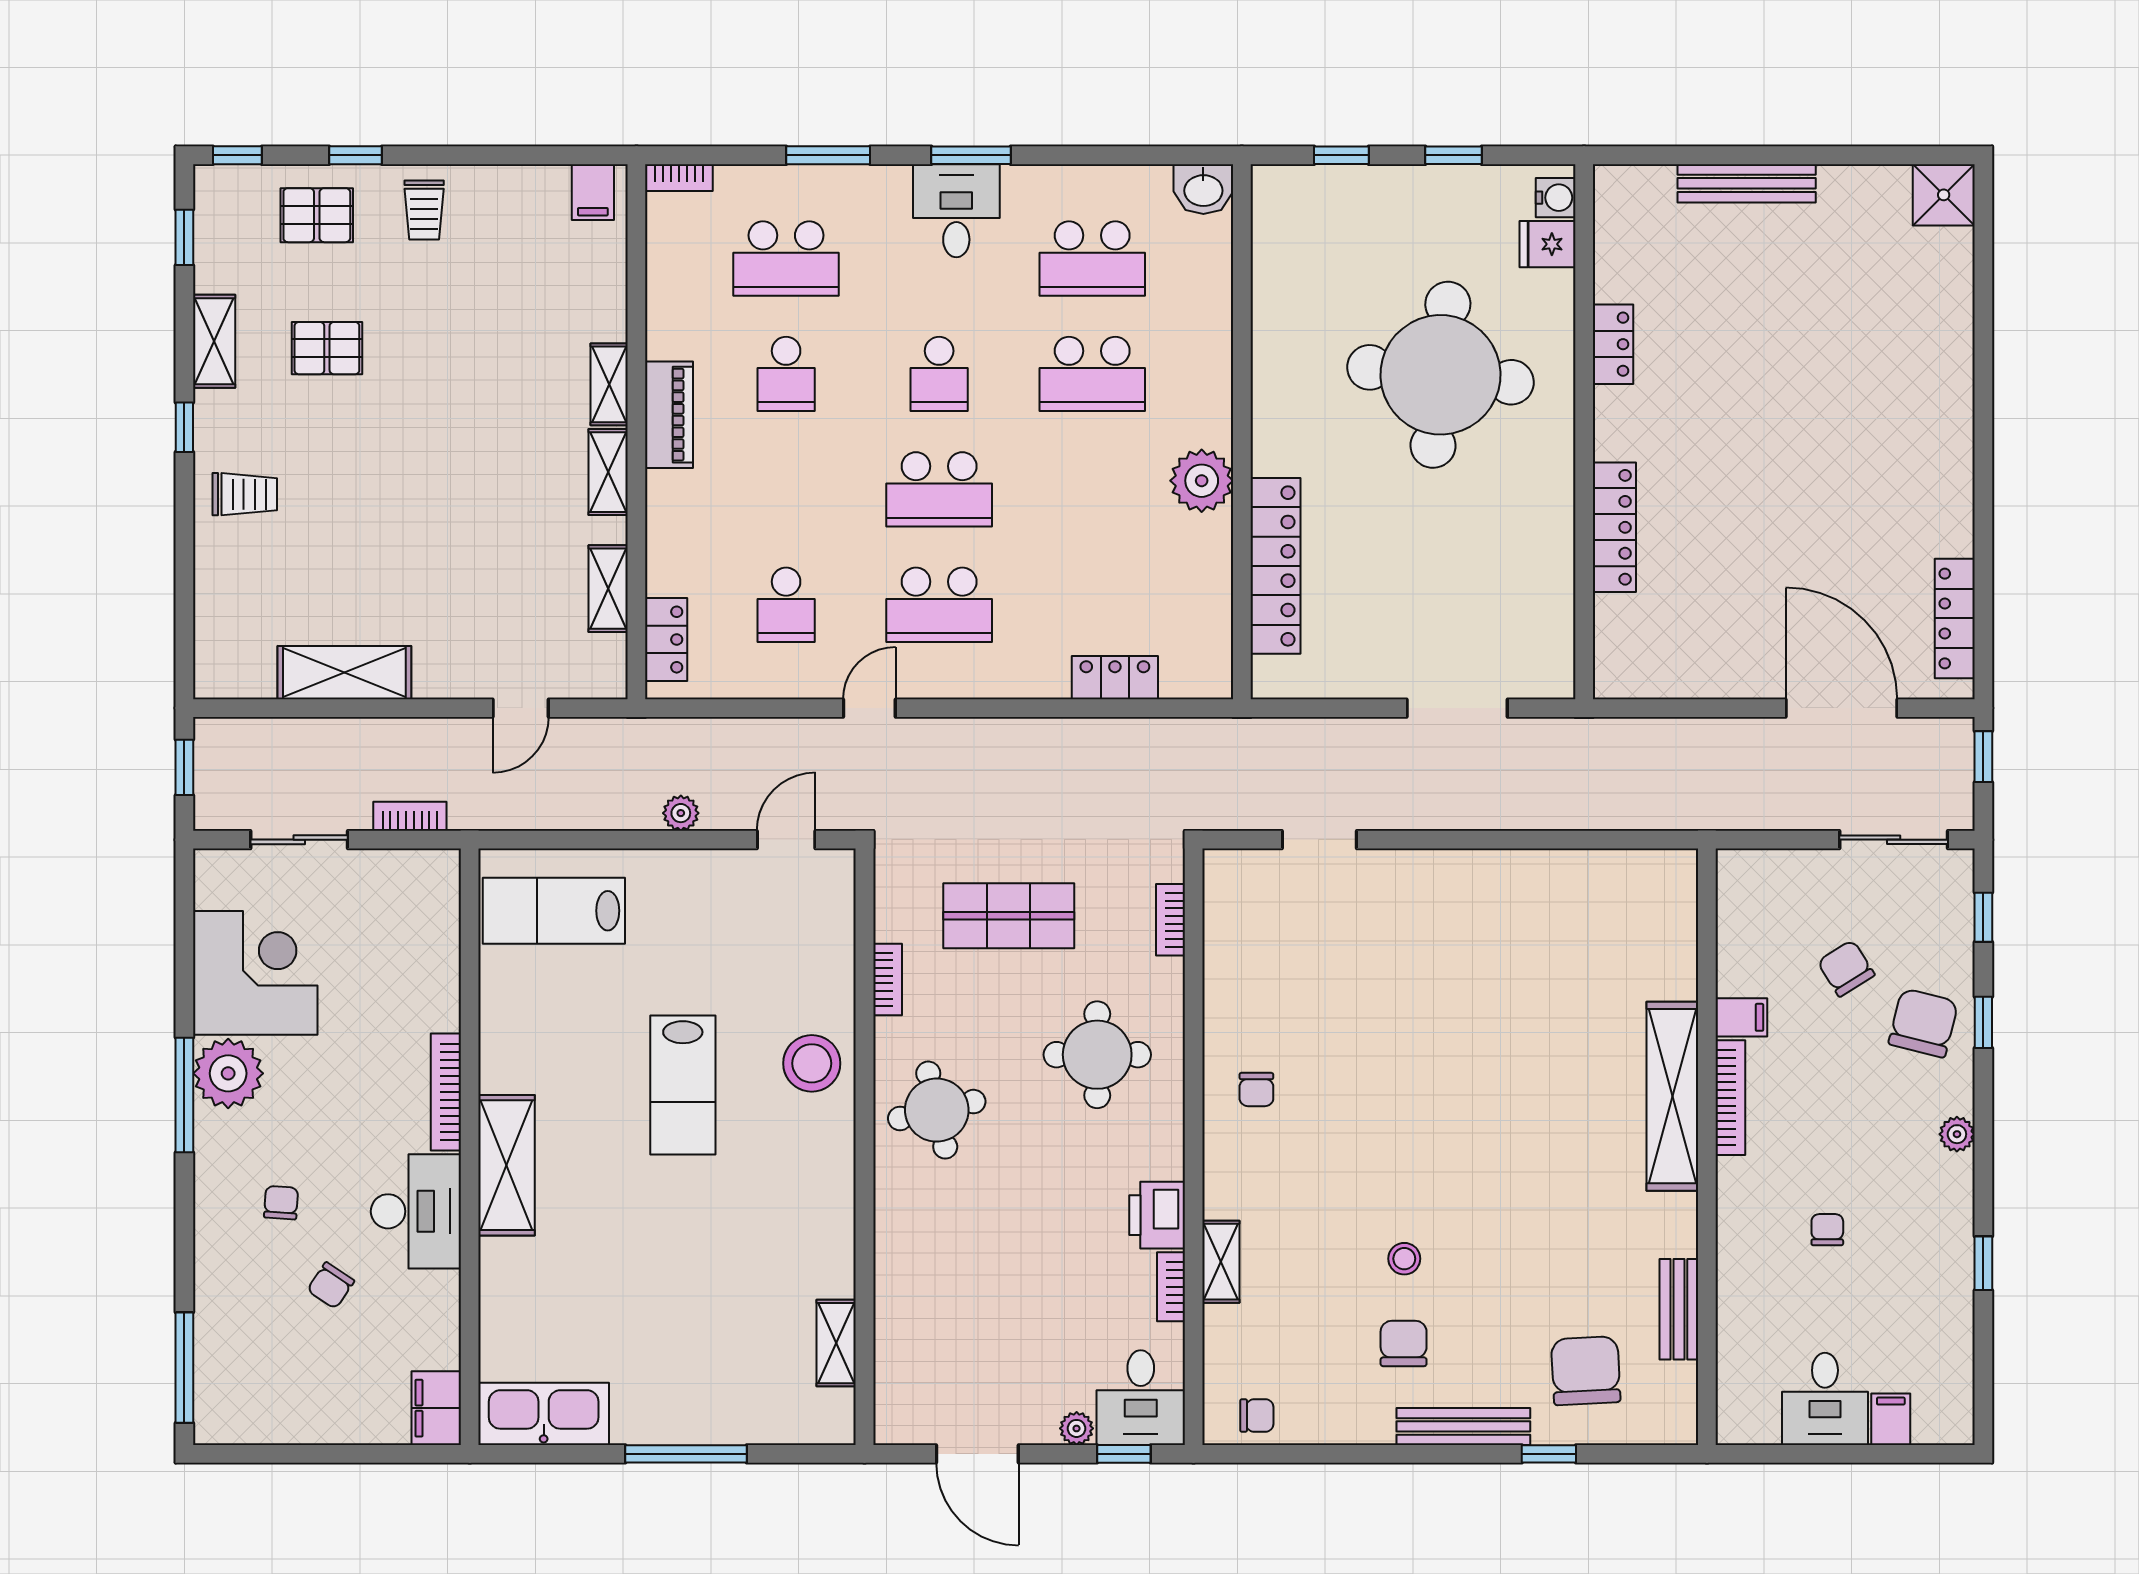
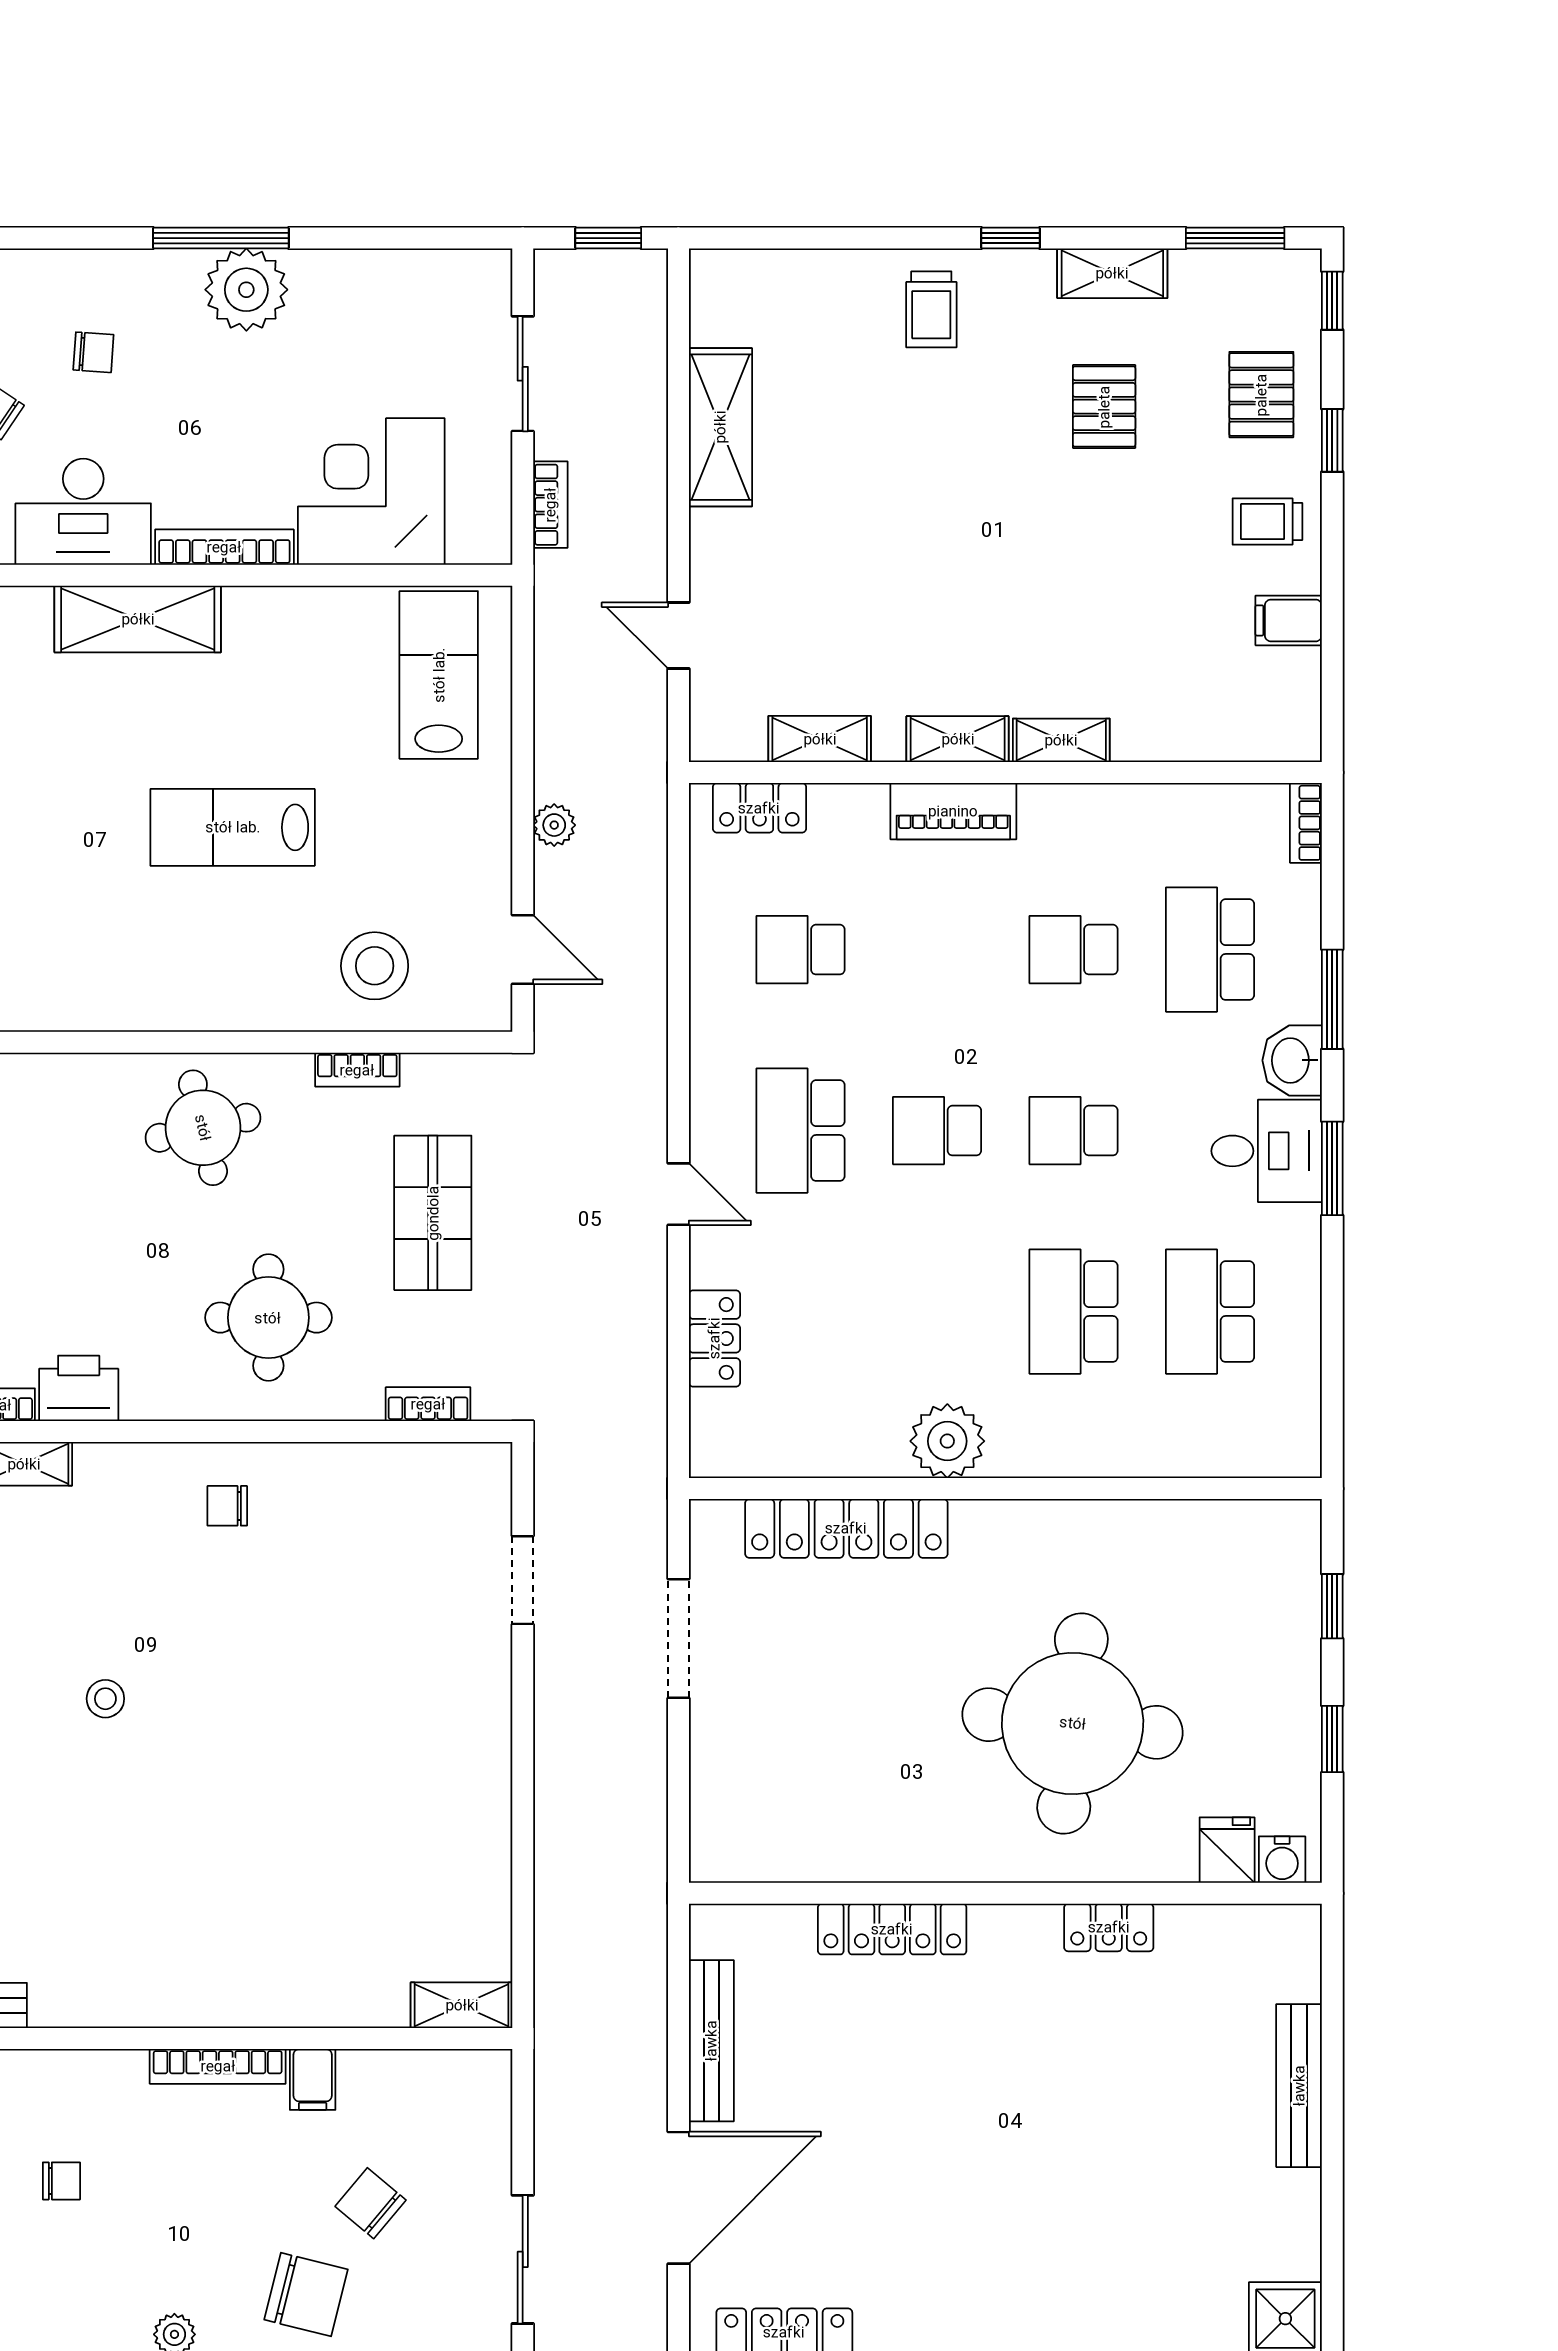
washbasin: (1203, 189) -> (1292, 1060), moved
filing cabinet: (593, 192) -> (1289, 620), moved
window: (184, 237) -> (1235, 238), width x1.50
piano: (669, 415) -> (953, 811), moved
school desk: (939, 489) -> (937, 1131), width x0.54
bench: (1709, 680) -> (711, 2041), added
door: (869, 708) -> (678, 1194), moved
doorway: (1457, 708) -> (678, 1638), moved
chair: (1846, 968) -> (371, 2203), turned -108
corner desk: (255, 973) -> (371, 492), moved, turned 180
stool: (812, 1063) -> (375, 966), moved
shelving: (1672, 1096) -> (462, 2005), moved, width x0.45, depth x0.75
stool: (1404, 1259) -> (105, 1699), moved

